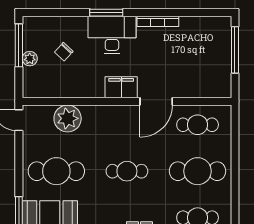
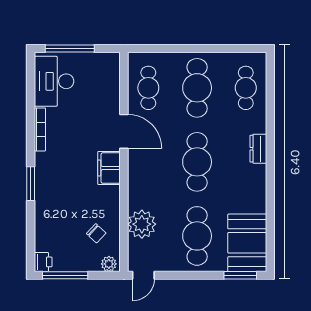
printer: (32, 24) -> (43, 262), added
desk: (112, 35) -> (54, 81), moved
chair: (64, 52) -> (96, 233), moved
plant: (30, 59) -> (109, 264), moved
cafe table: (127, 171) -> (197, 162), width x1.37, depth x1.35

